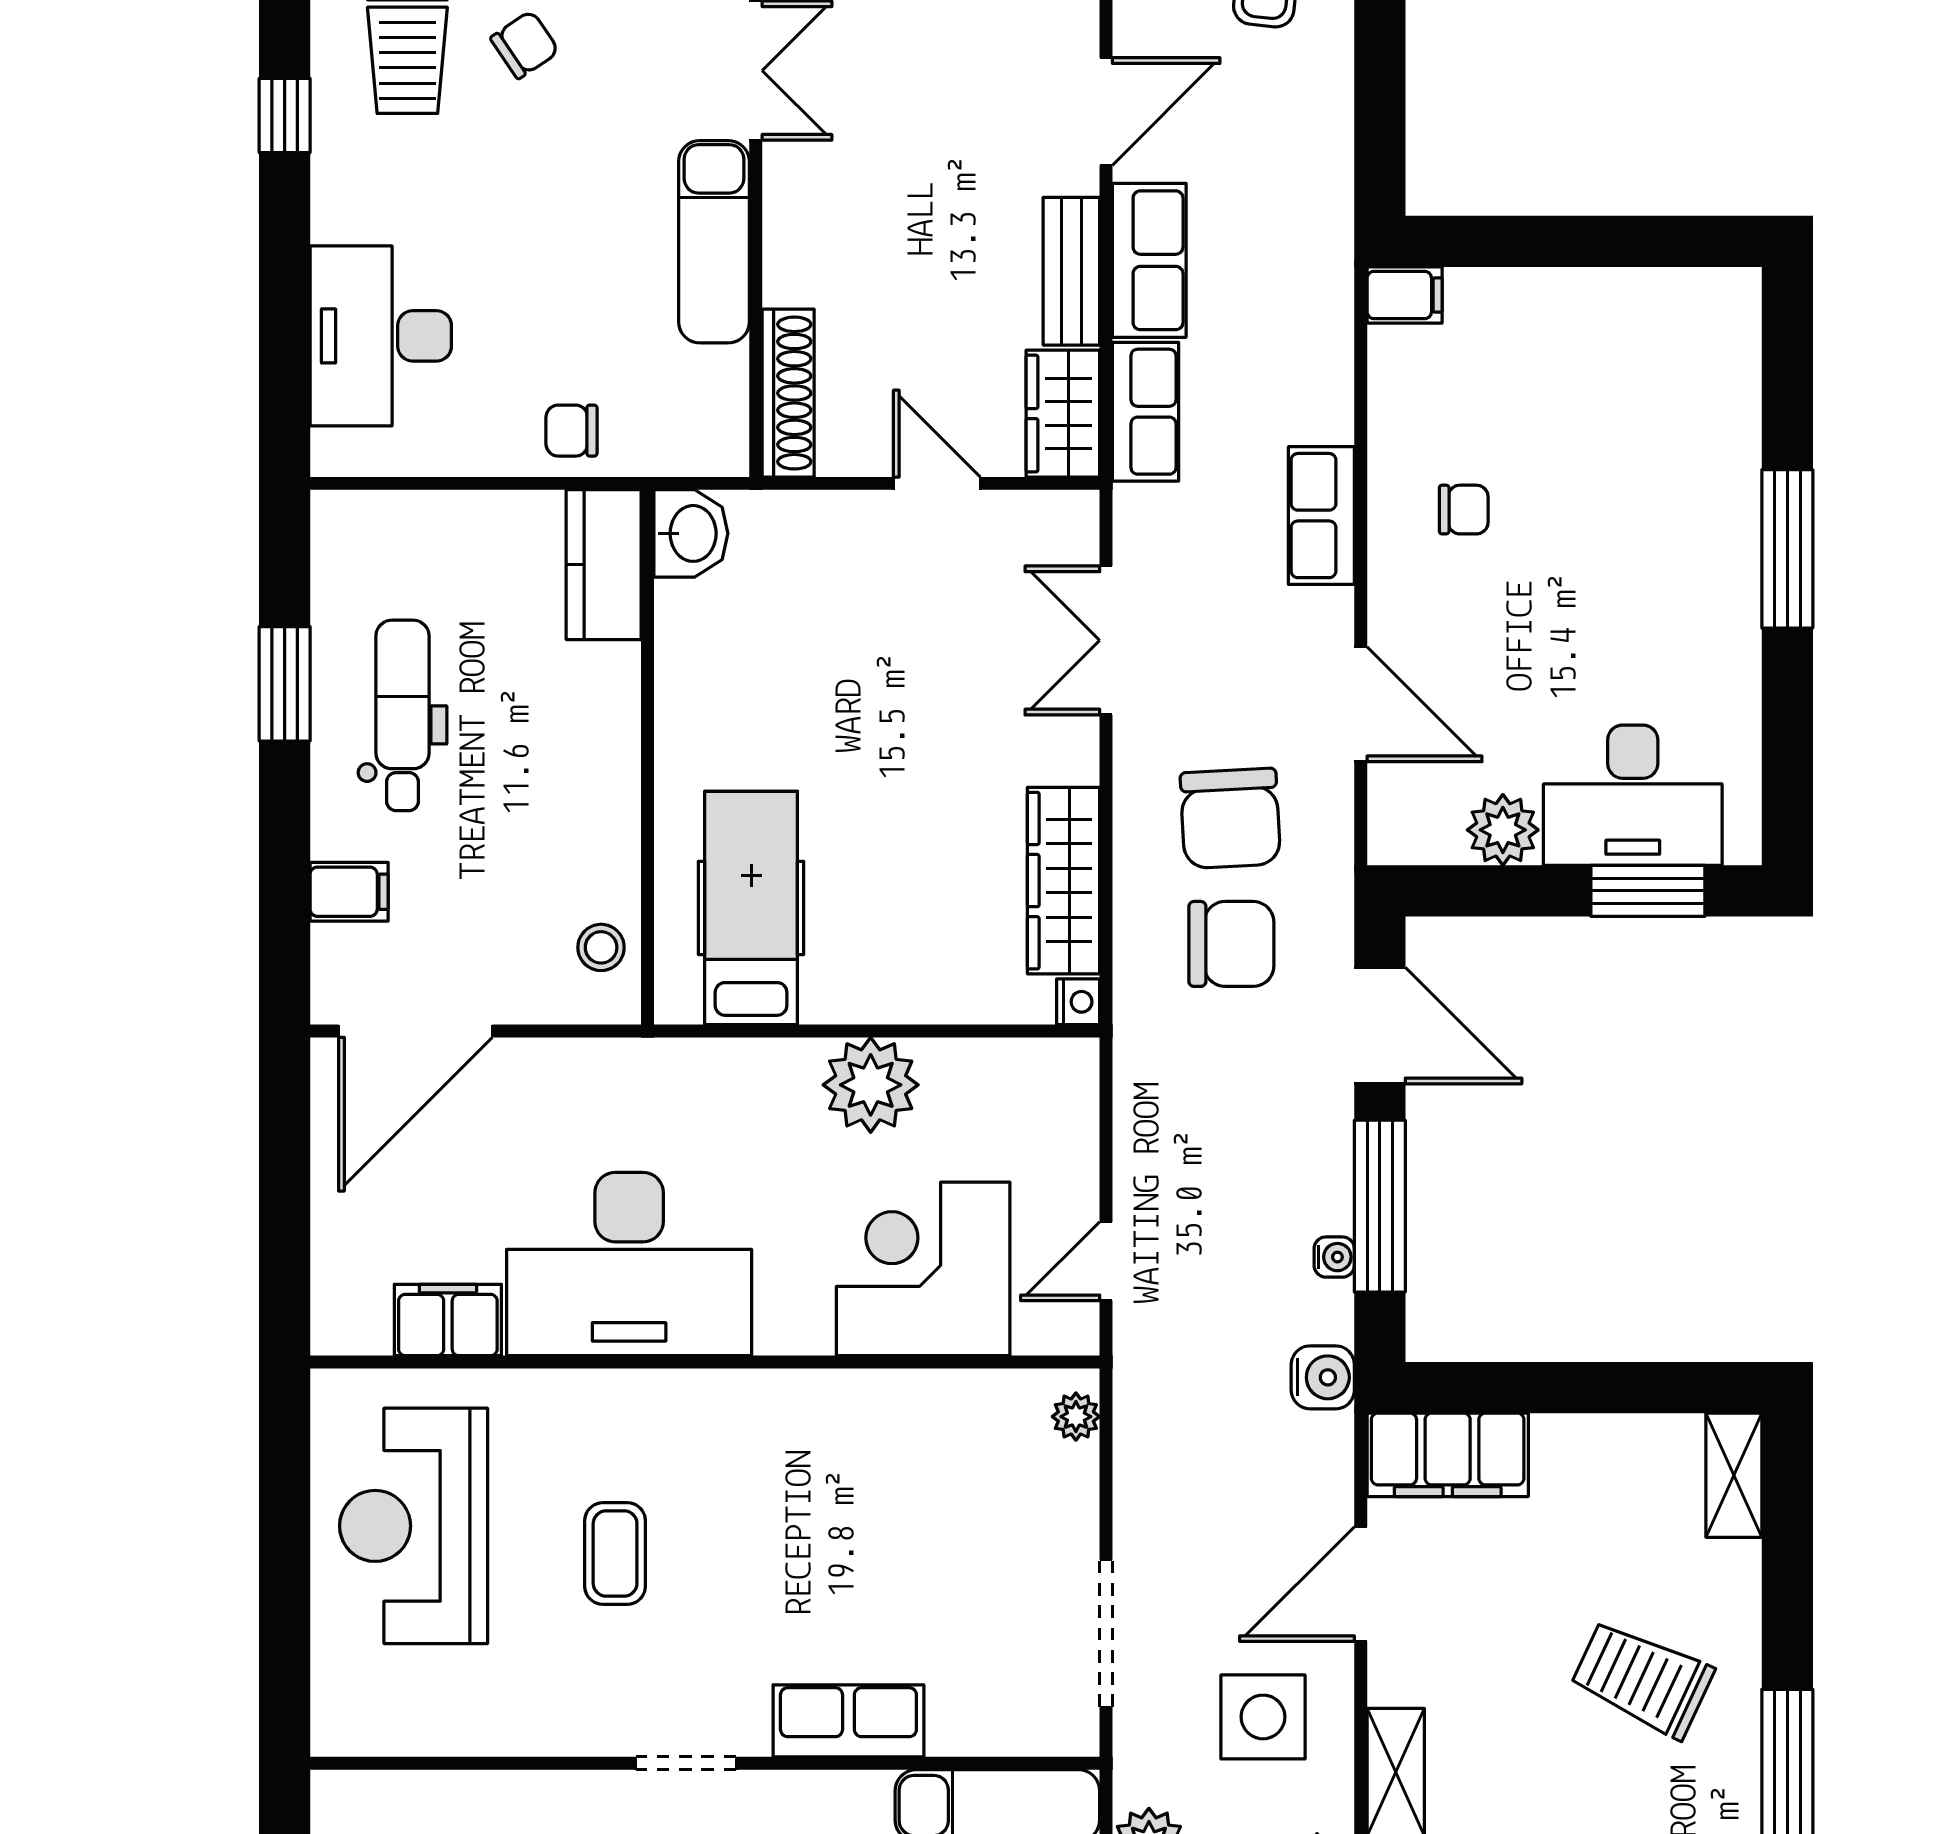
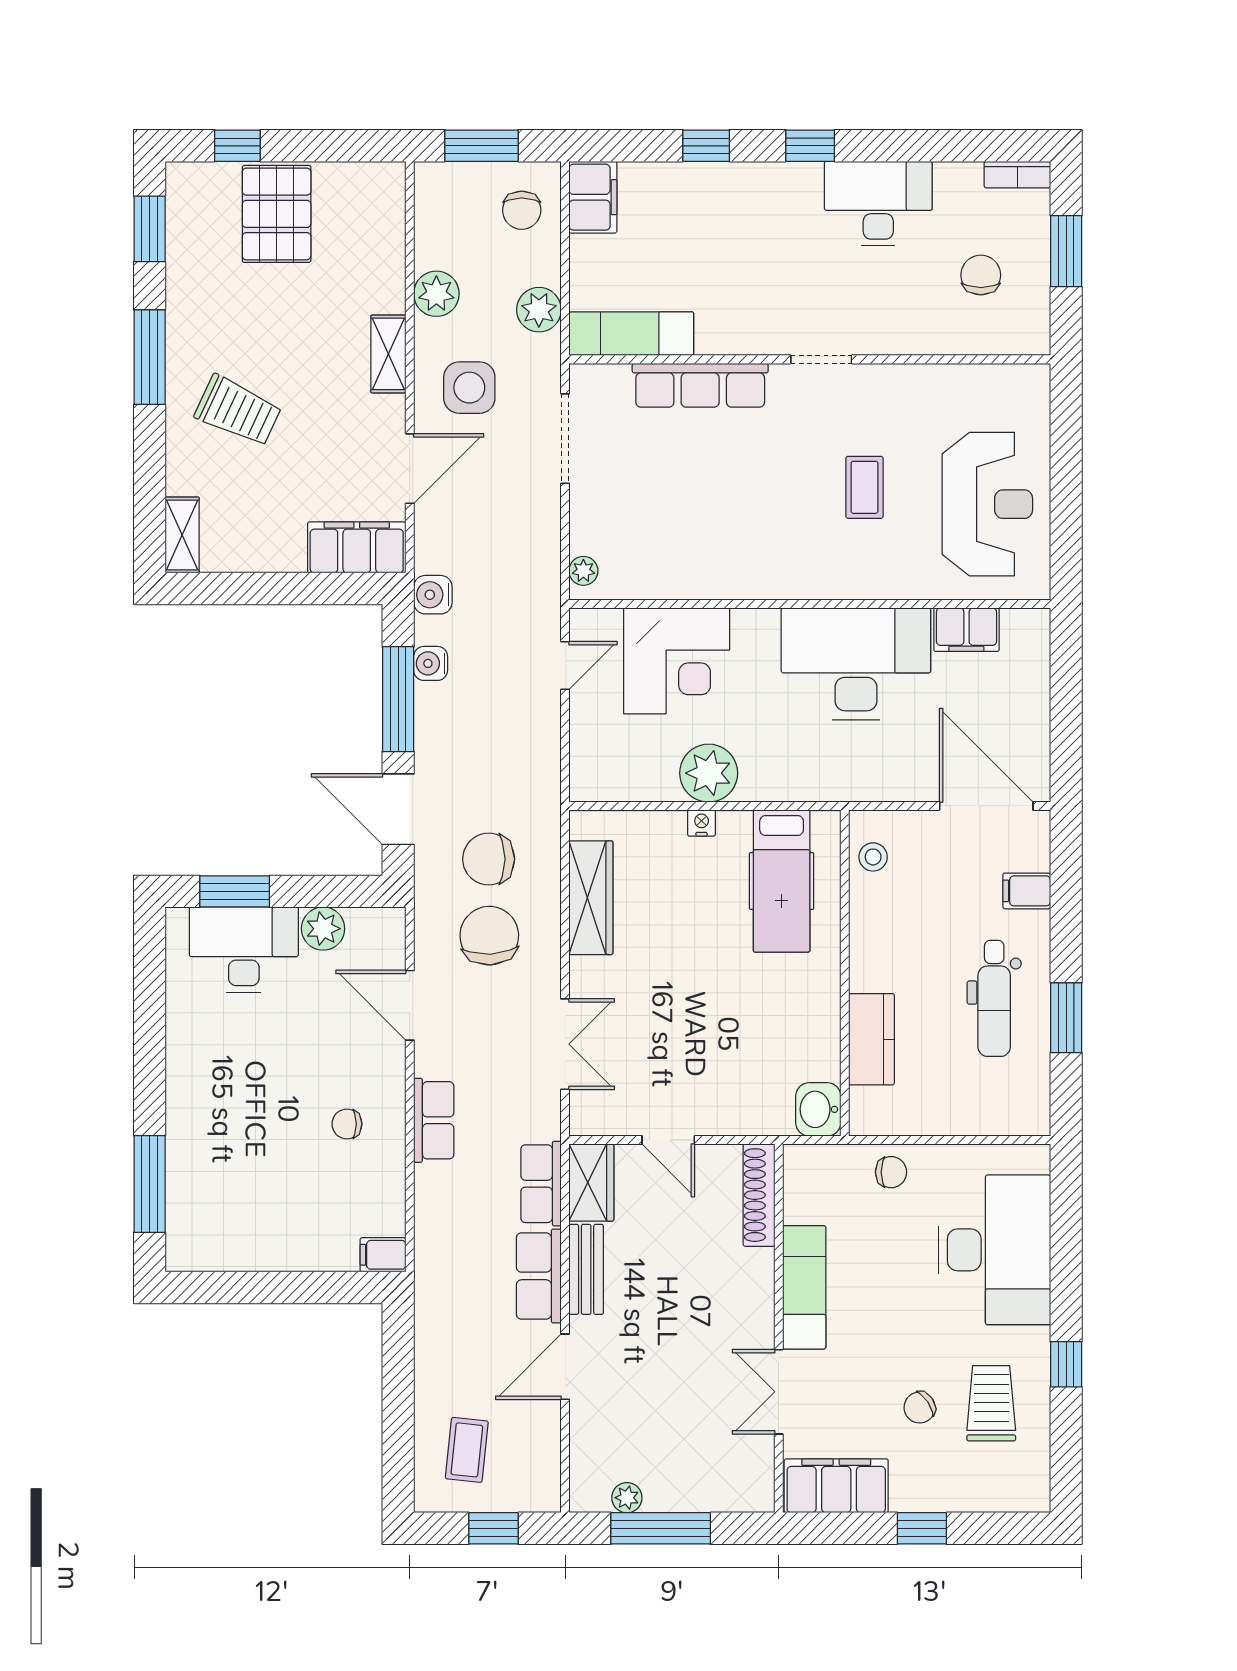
desk: (381, 336) -> (994, 1250), width x1.36, depth x1.30
window: (1787, 549) -> (150, 1184), moved
kitchen counter: (604, 565) -> (871, 1039), moved
nightstand: (1078, 1002) -> (702, 823), moved, turned 90
door: (415, 1031) -> (986, 806), hinge flipped
water cooler: (1334, 1257) -> (431, 663), width x1.38, depth x1.38
row of seats: (848, 1721) -> (700, 385), width x1.48

